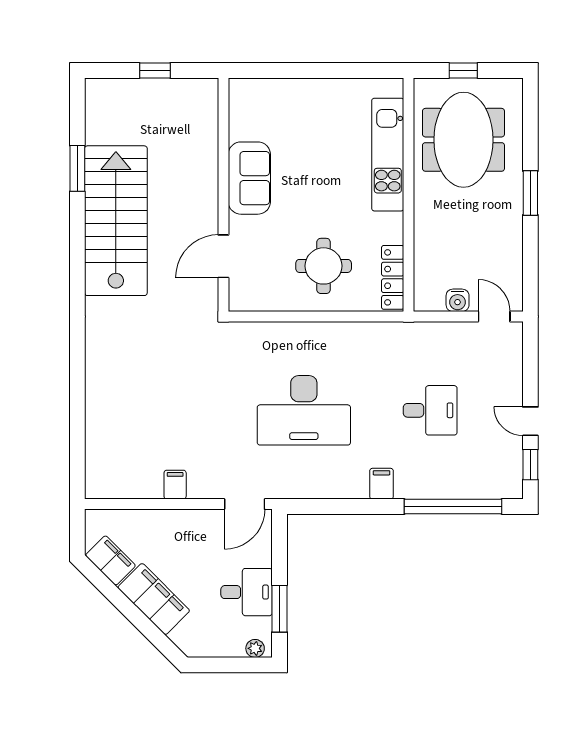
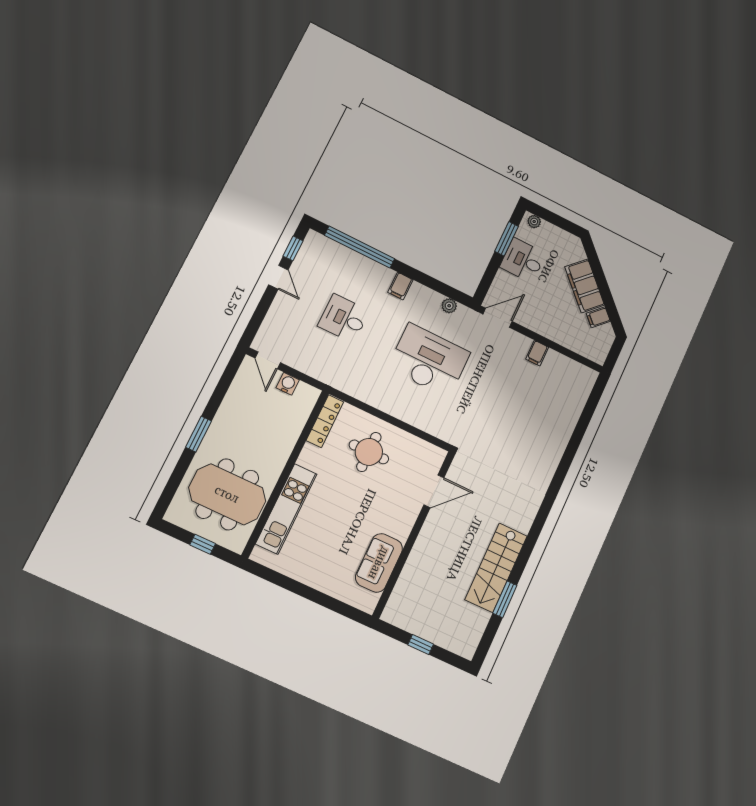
meeting table: (463, 140) -> (227, 494), turned 90
sofa: (249, 178) -> (379, 563), moved
stairs: (116, 221) -> (496, 568), width x0.73, depth x0.66
plant: (311, 489) -> (449, 306), added
filing cabinet: (111, 560) -> (598, 317), width x0.50

